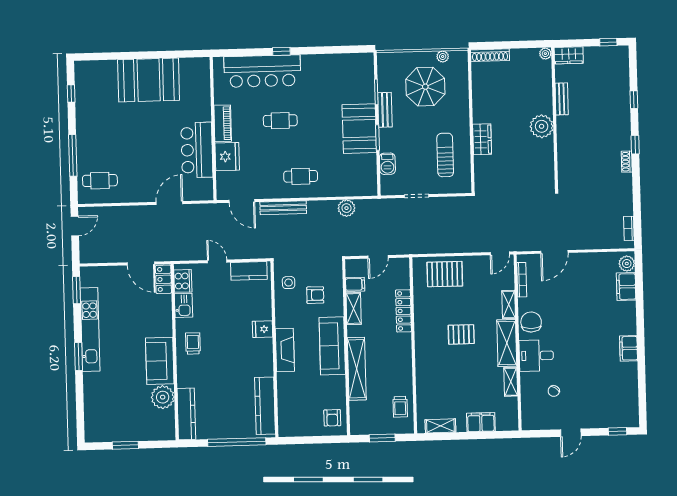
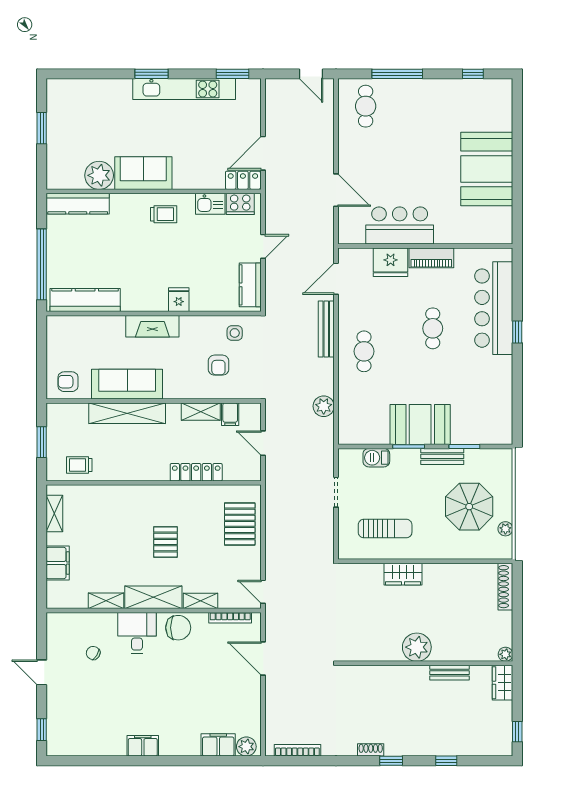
bookcase: (629, 228) -> (297, 750), width x1.56
sofa: (332, 346) -> (127, 384), moved

